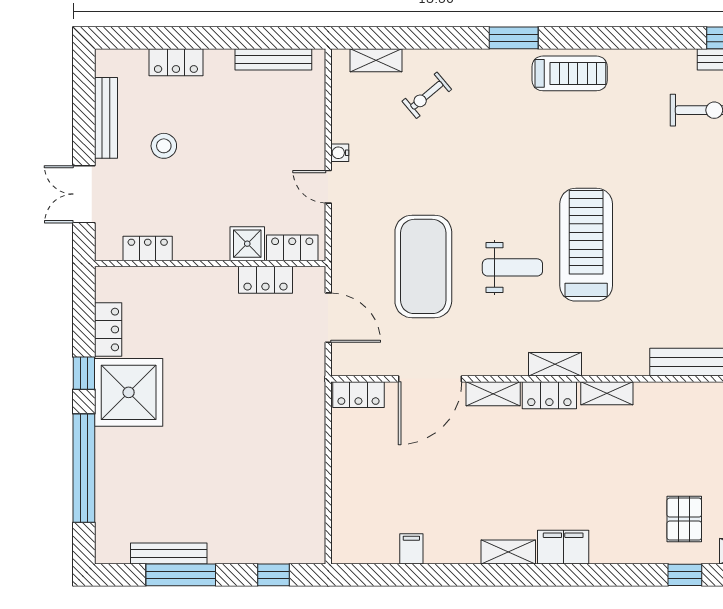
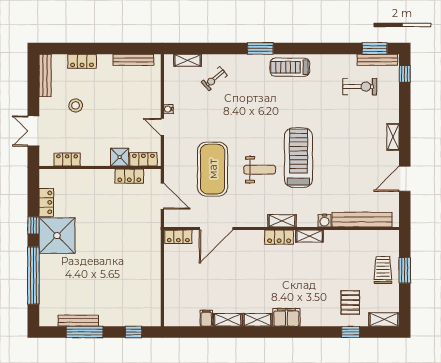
treadmill: (570, 73) -> (290, 67), turned 180
bench: (106, 118) -> (45, 75), moved
water cooler: (636, 364) -> (325, 221), added
shelving: (493, 394) -> (228, 320), moved

